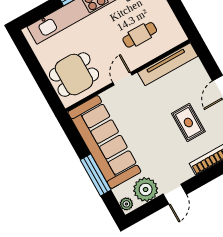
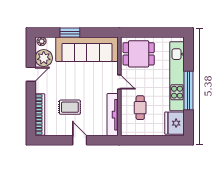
dining table: (74, 75) -> (139, 54), turned 90
window: (96, 175) -> (70, 32), width x0.69
door: (175, 194) -> (31, 74), swing flipped

